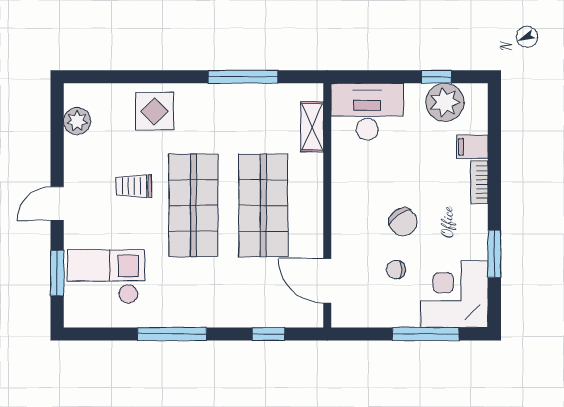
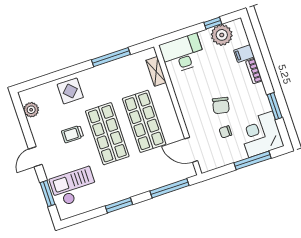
chair: (403, 222) -> (221, 105), turned 46
window: (172, 334) -> (119, 205), width x0.69
window: (268, 334) -> (169, 188), width x2.17

